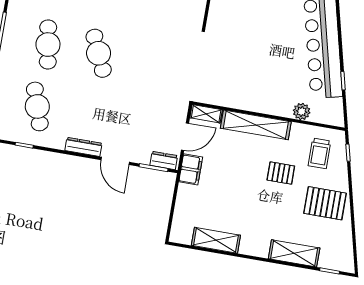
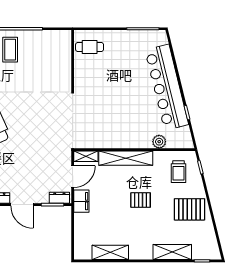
pallet: (281, 173) -> (141, 200), moved

